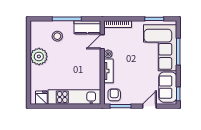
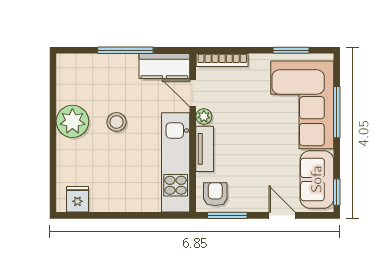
stool: (57, 36) -> (117, 122), moved
door: (102, 42) -> (193, 93), hinge flipped
kitchen unit: (74, 97) -> (176, 162), moved, turned -90
door: (149, 106) -> (282, 215), hinge flipped

